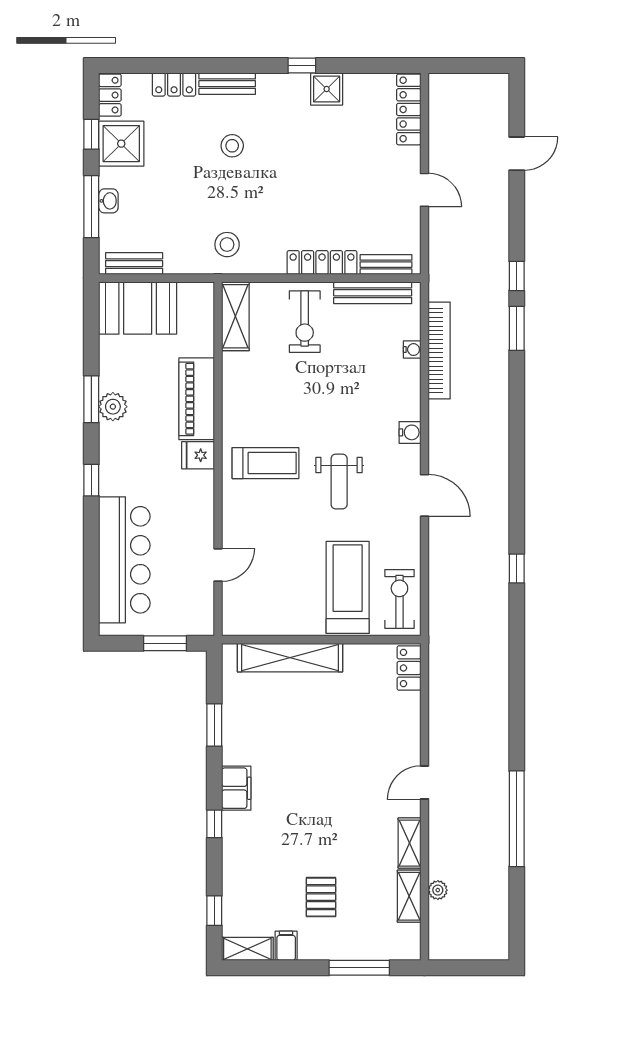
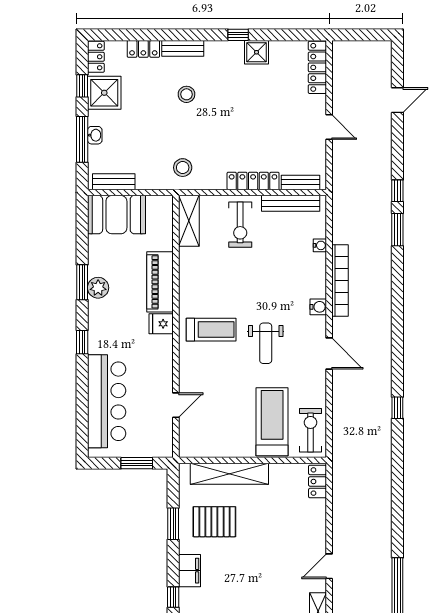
bookcase: (439, 350) -> (340, 280), moved
pallet: (270, 722) -> (214, 522), added

